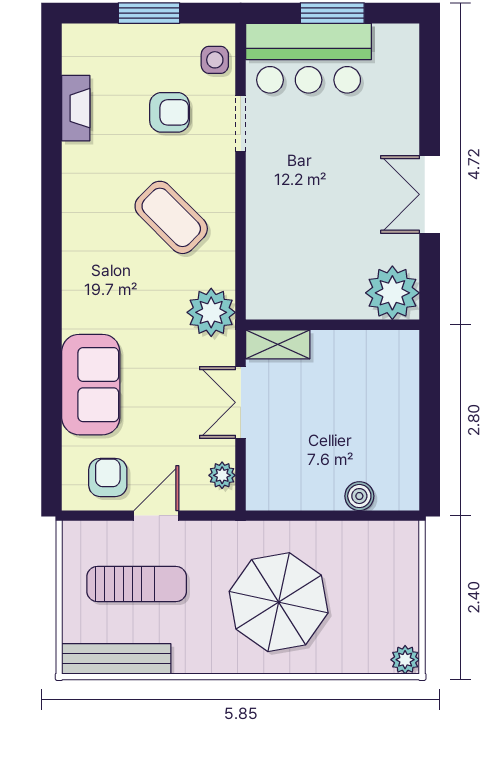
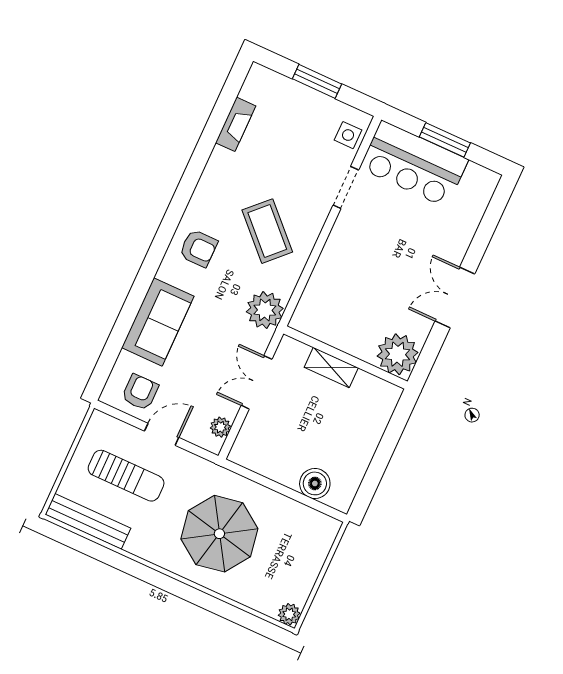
armchair: (169, 112) -> (198, 248), moved
shelving: (278, 344) -> (331, 367), moved
boiler: (359, 496) -> (315, 483), width x1.36, depth x1.36

